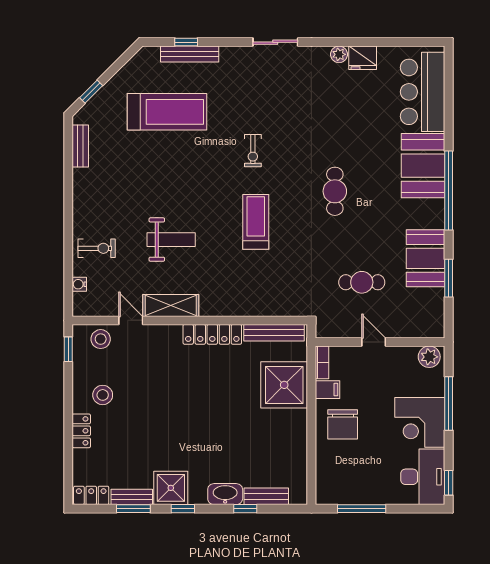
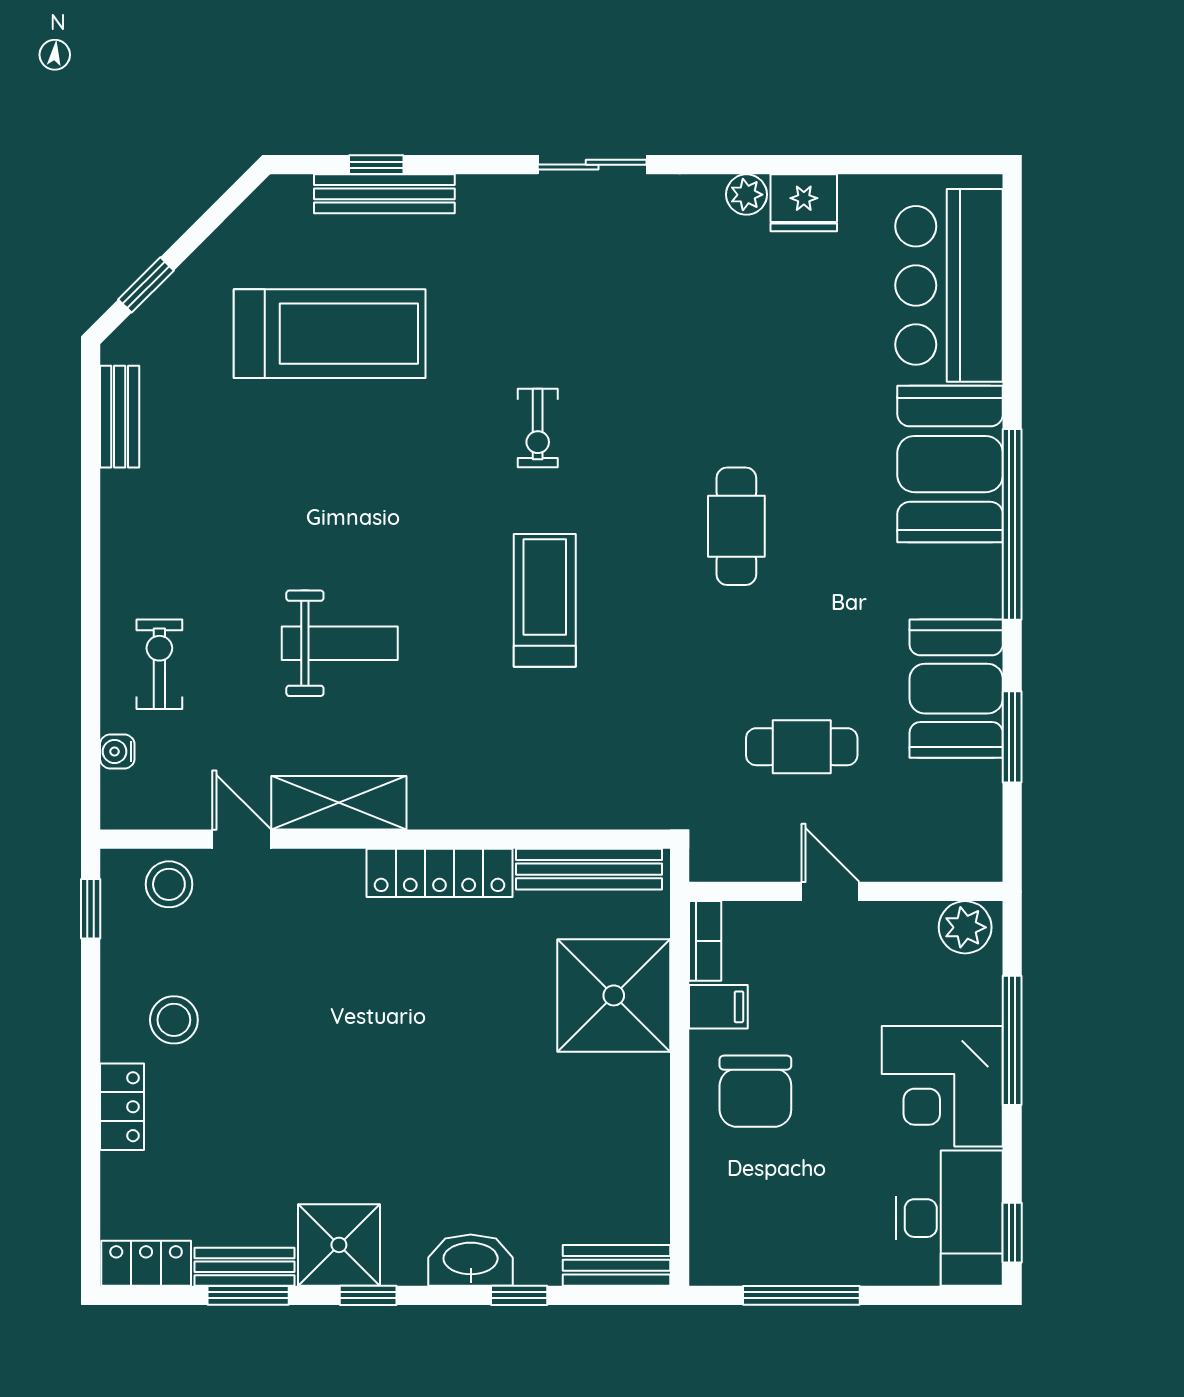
exercise bike: (97, 248) -> (159, 664), turned -90
bench: (266, 496) -> (616, 1265), moved

